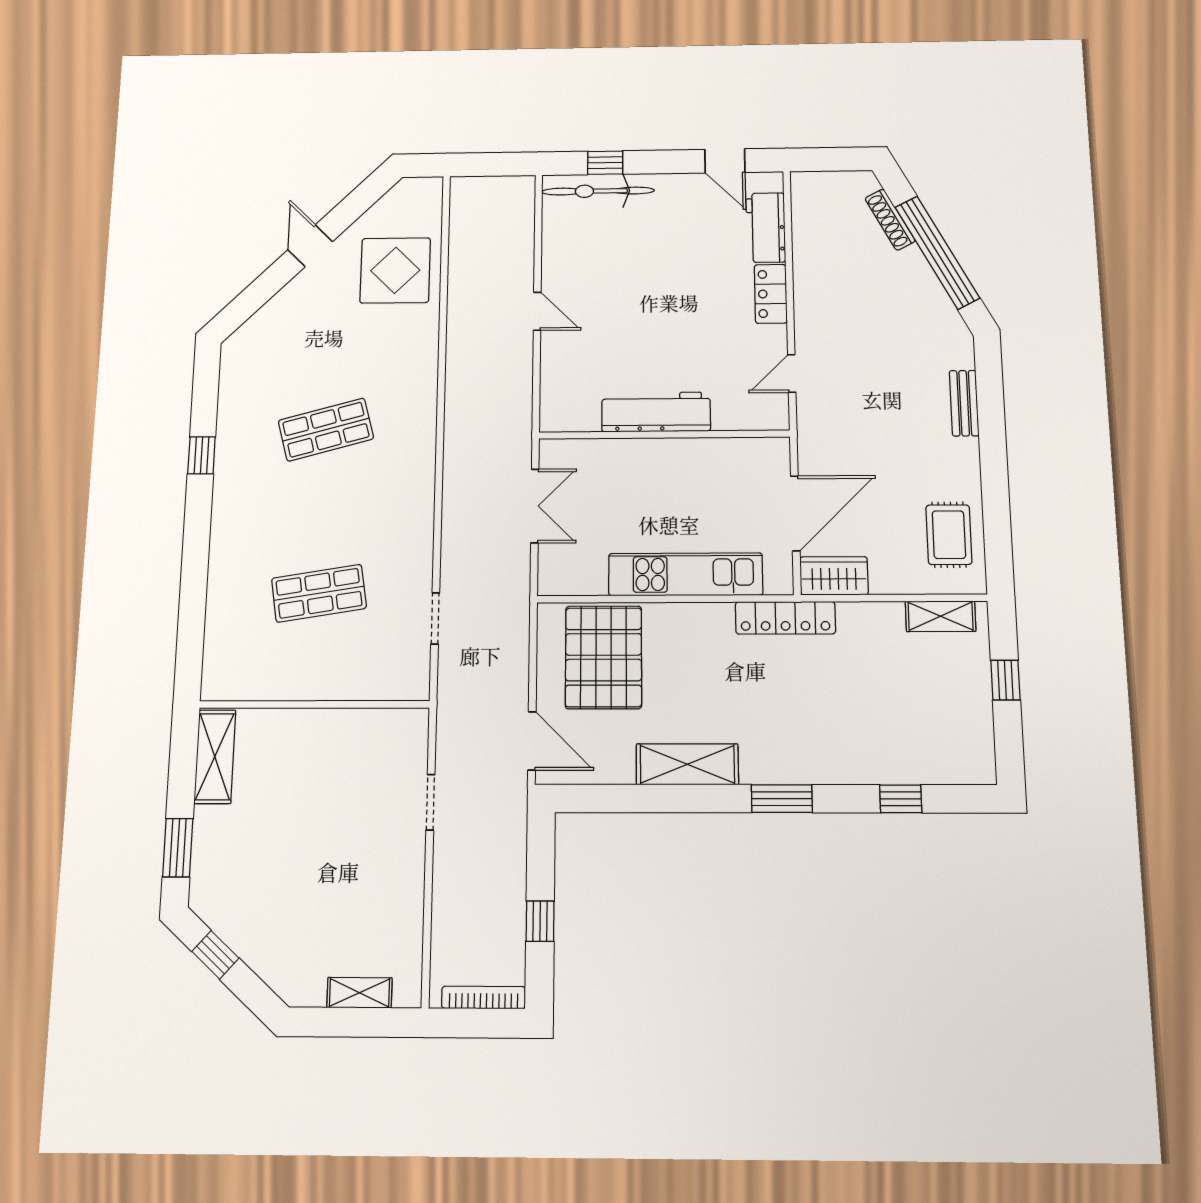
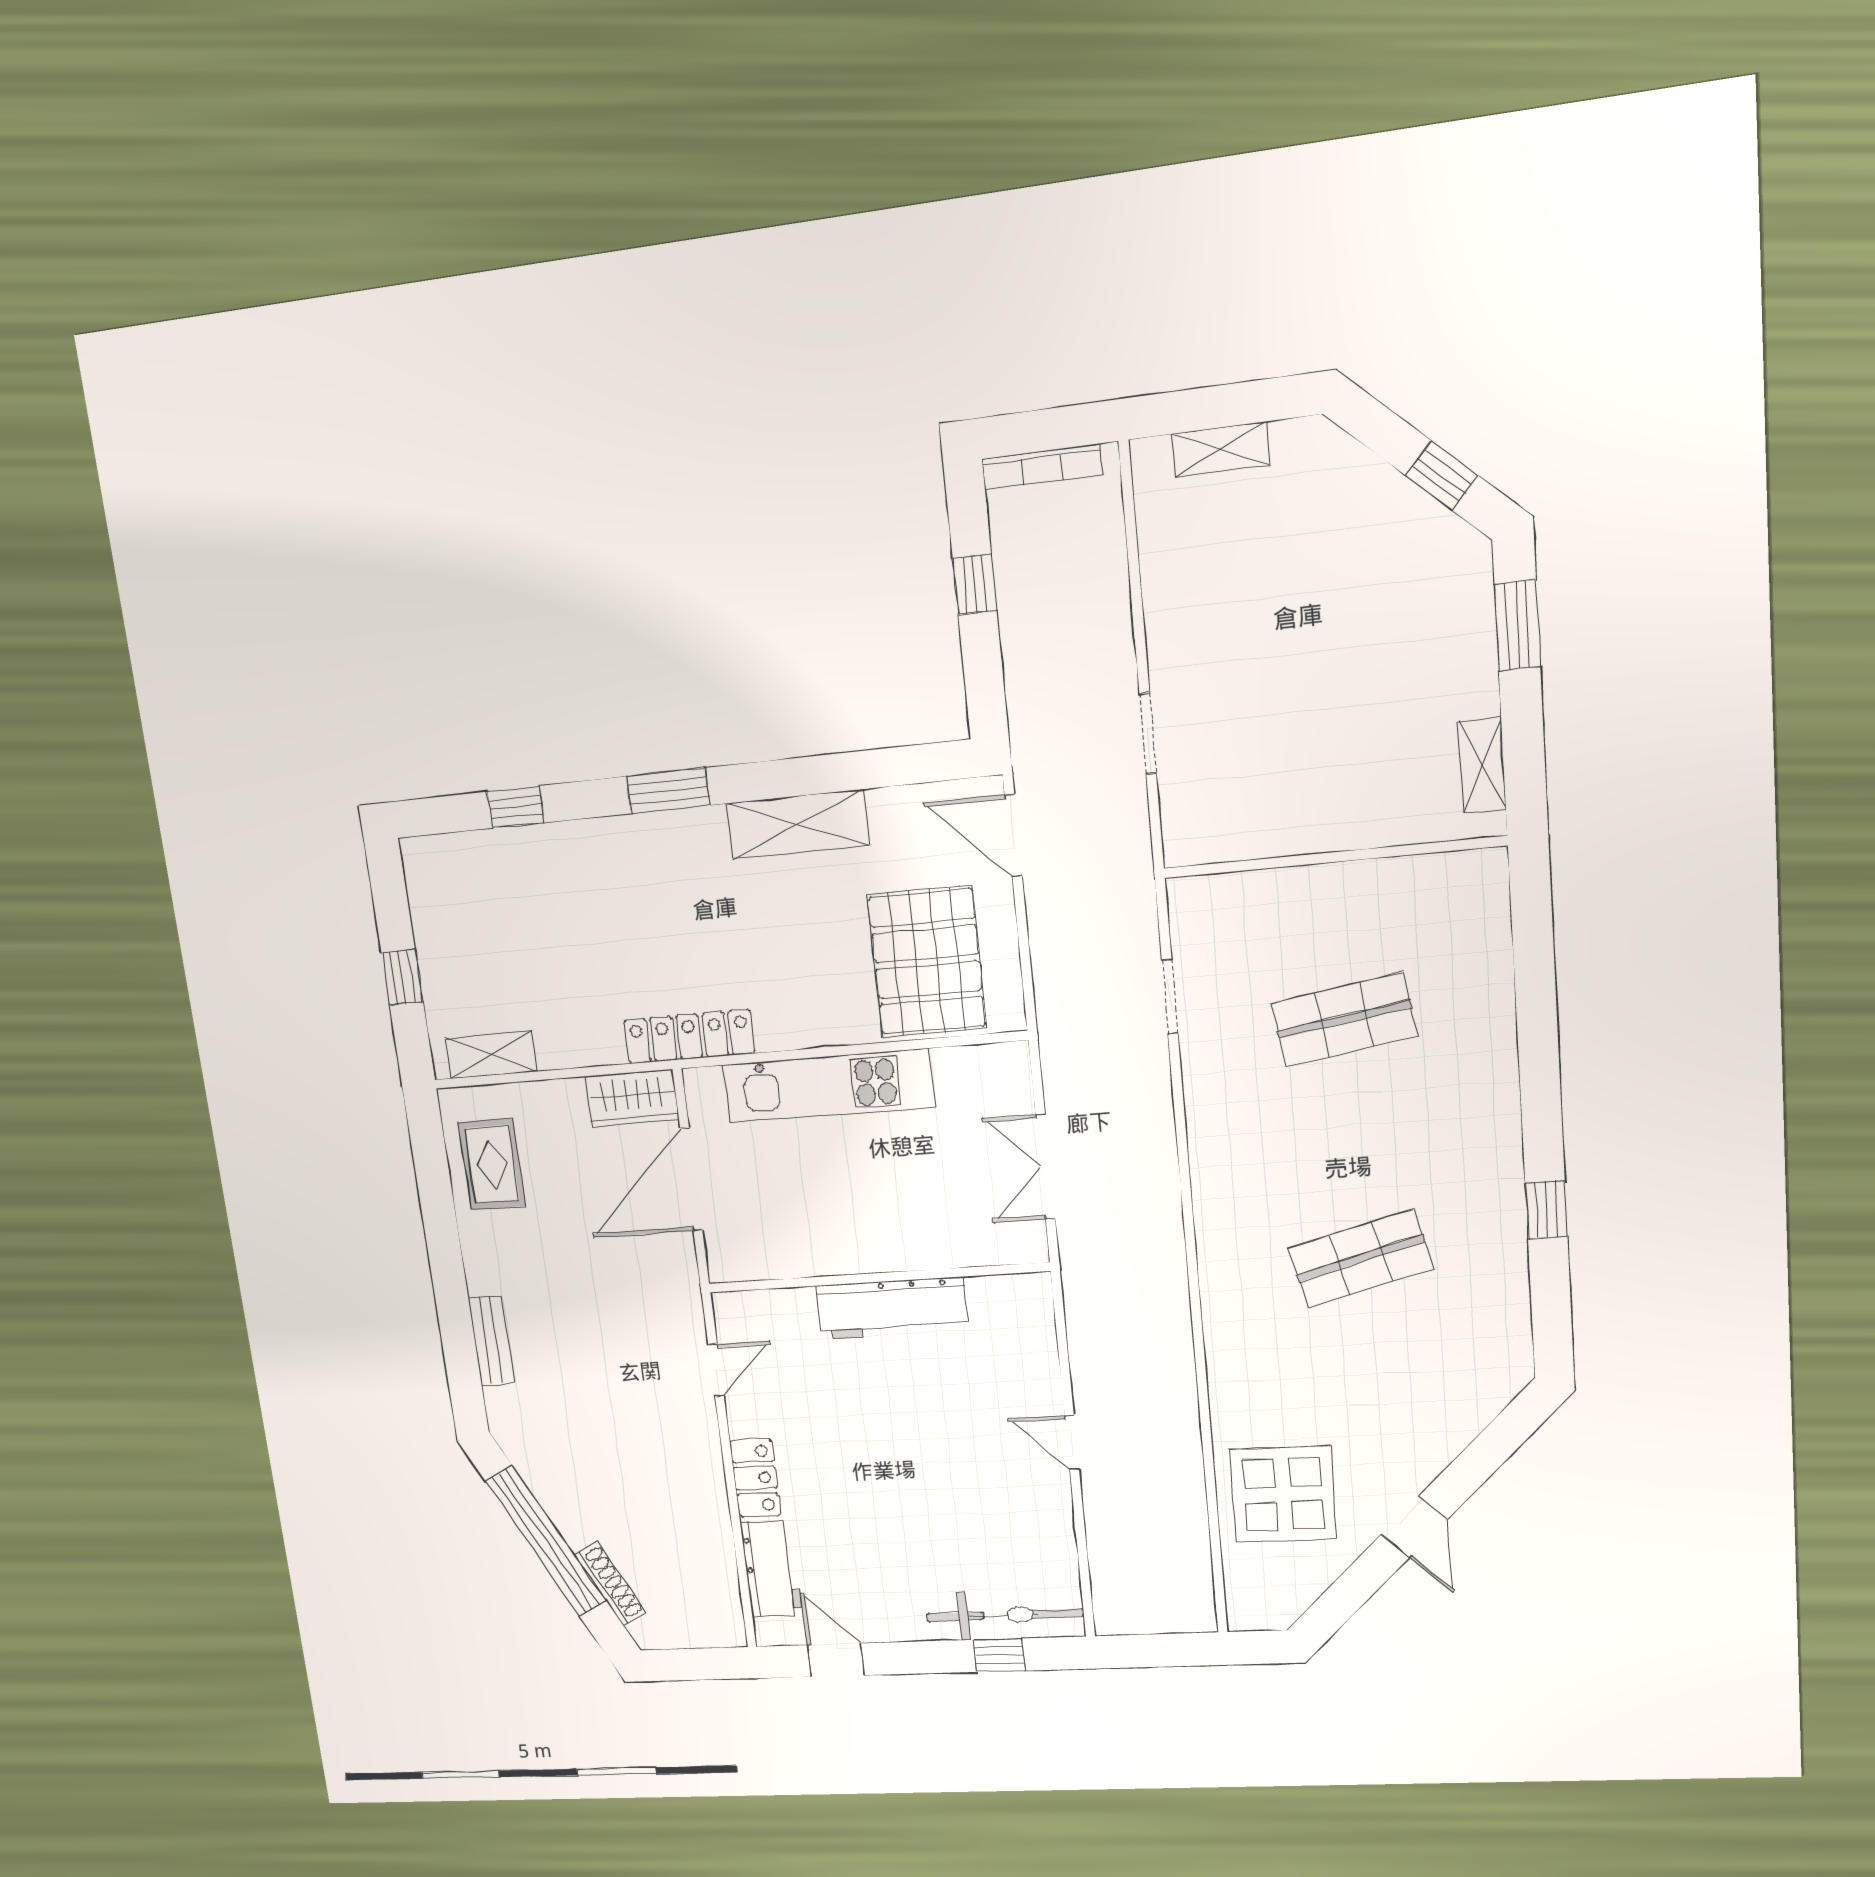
shelving: (215, 757) -> (1482, 765), width x0.67, depth x0.75

